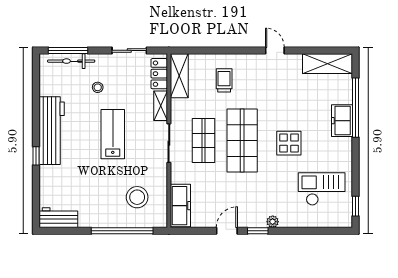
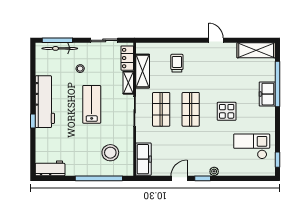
shelving: (179, 76) -> (143, 71), moved
shop shelf: (242, 141) -> (191, 109), width x0.70, depth x0.74

